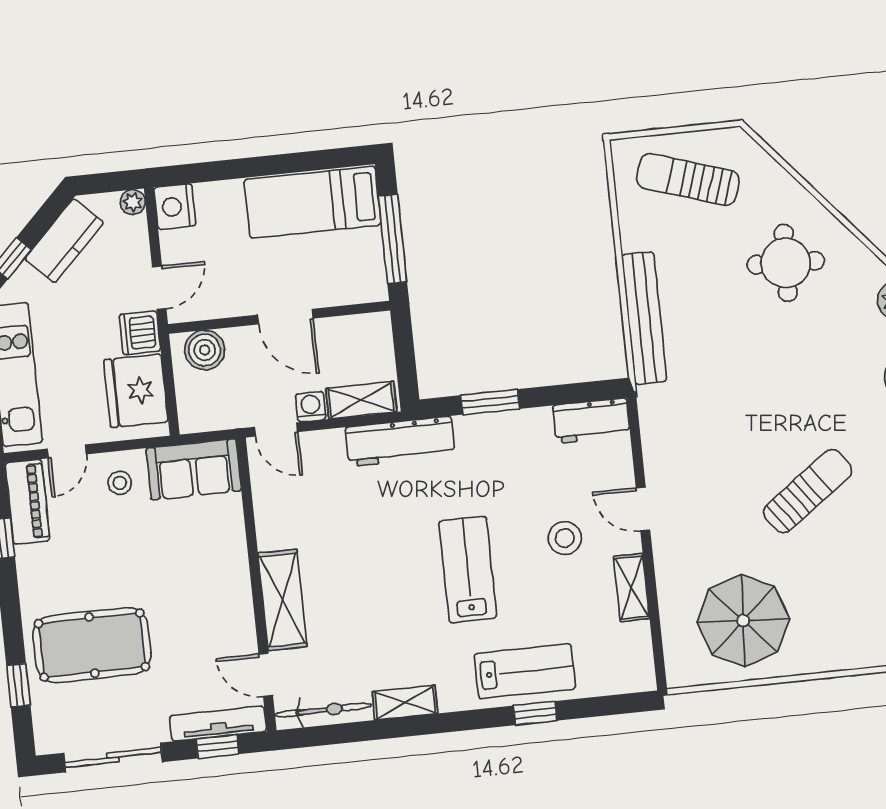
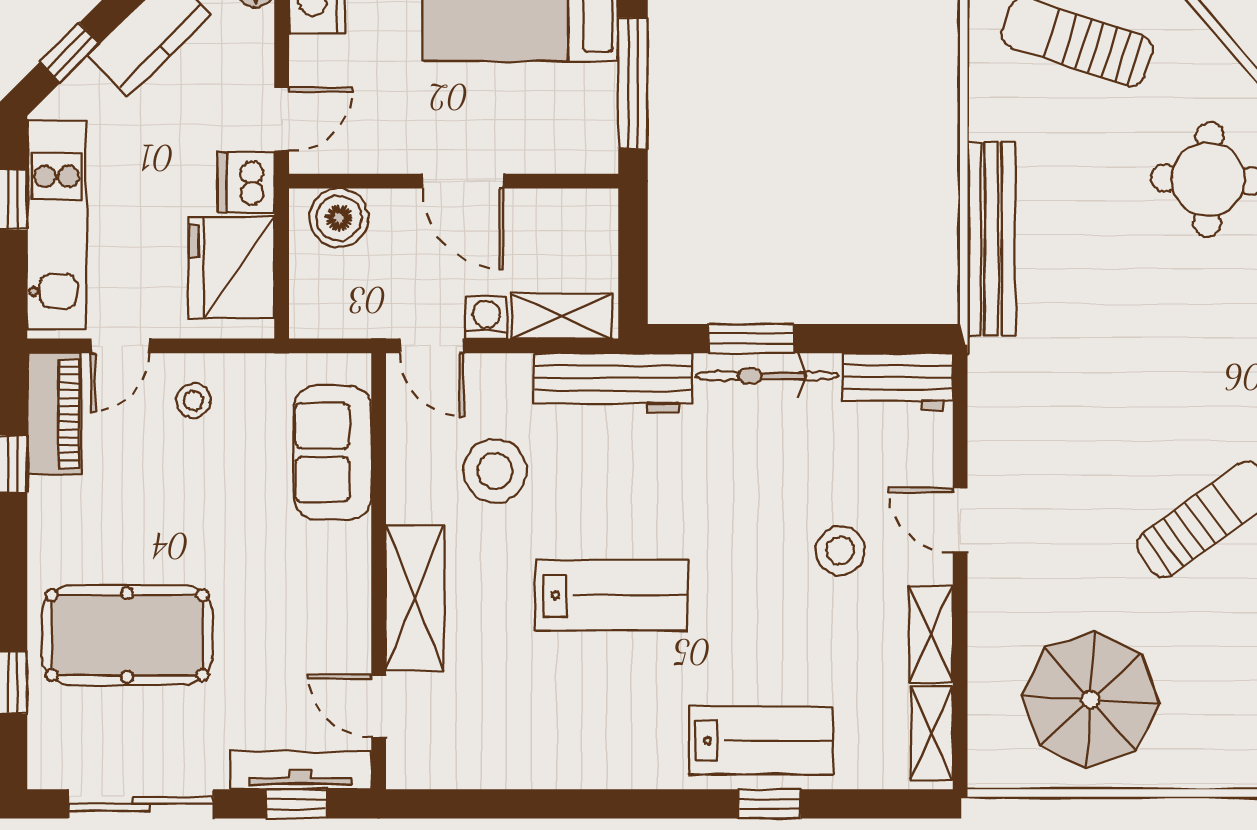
sofa: (194, 469) -> (332, 452), moved, turned 90
stool: (327, 509) -> (495, 471), added
lab bench: (468, 570) -> (612, 595), moved, turned 90
shelving: (405, 703) -> (932, 733), moved, turned 90
bicycle: (323, 710) -> (767, 376), moved, turned 180

